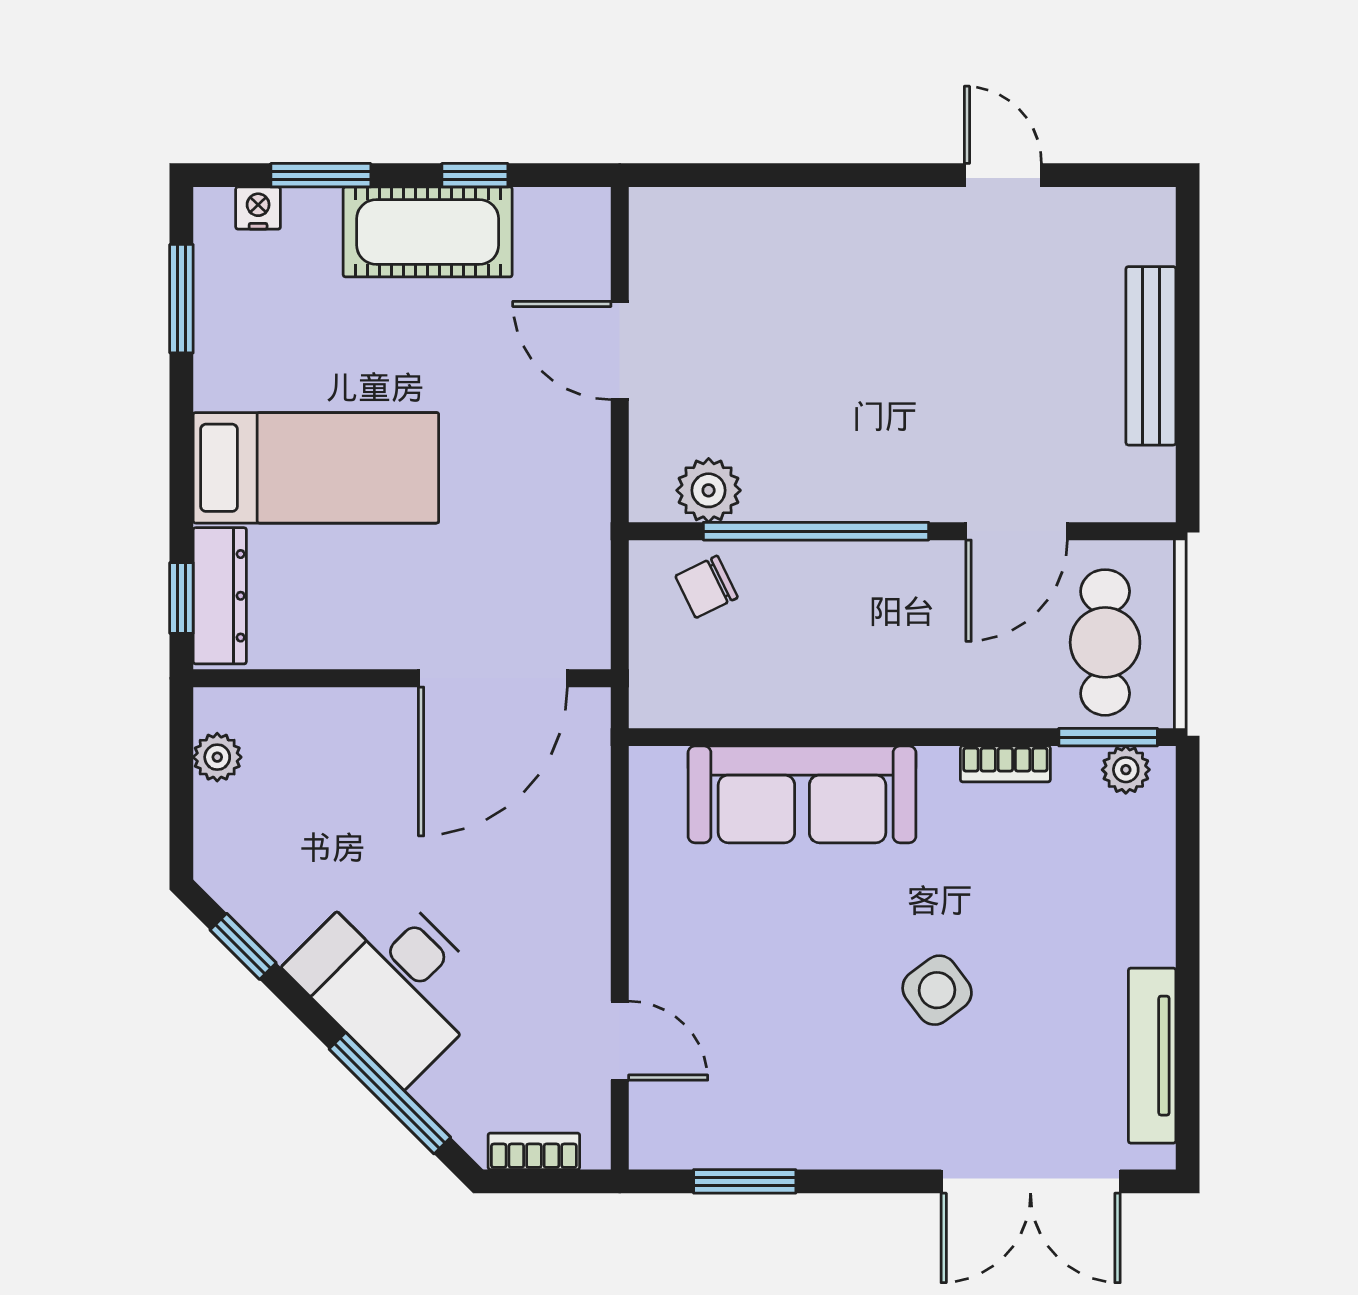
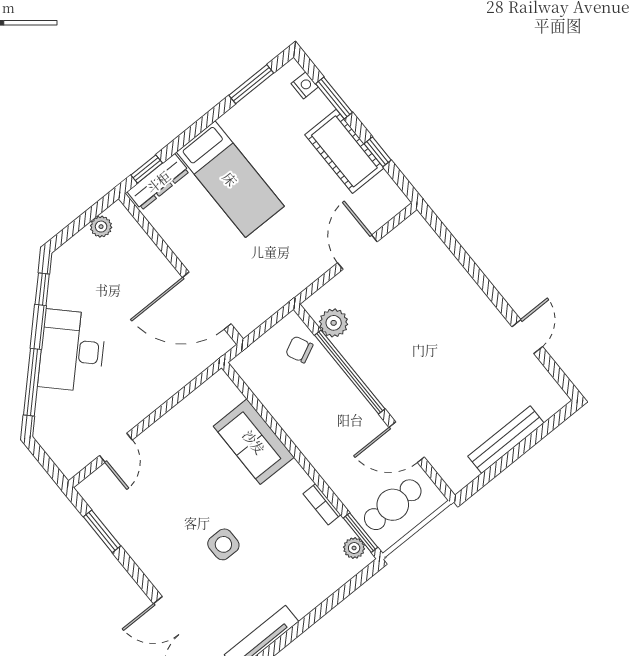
sofa: (802, 794) -> (254, 442), width x0.73
side table: (937, 990) -> (223, 544), turned 37
bookcase: (534, 1151) -> (53, 449), removed

